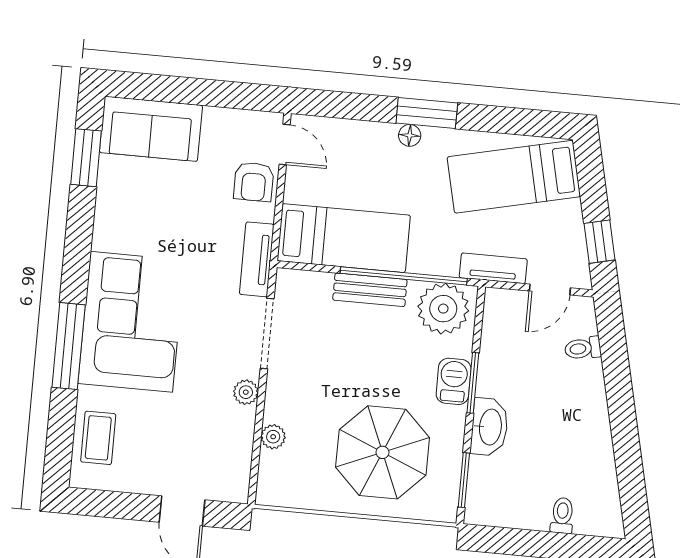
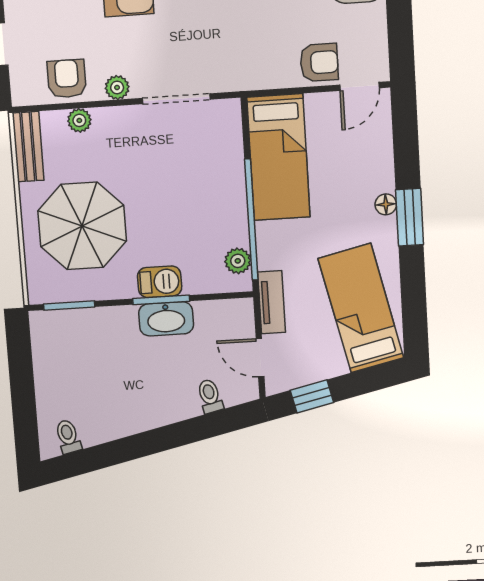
armchair: (254, 182) -> (319, 62), turned 180
tv unit: (257, 259) -> (245, 77), removed
bench: (370, 290) -> (28, 147), moved
plant: (443, 309) -> (238, 261), width x0.53, depth x0.53
washbasin: (489, 427) -> (166, 319), moved
armchair: (229, 442) -> (67, 79), added
toilet: (562, 515) -> (68, 437), moved, turned -103

